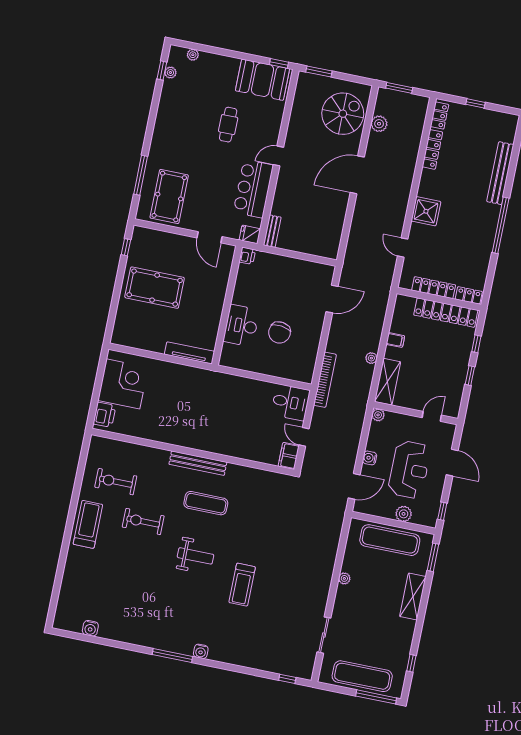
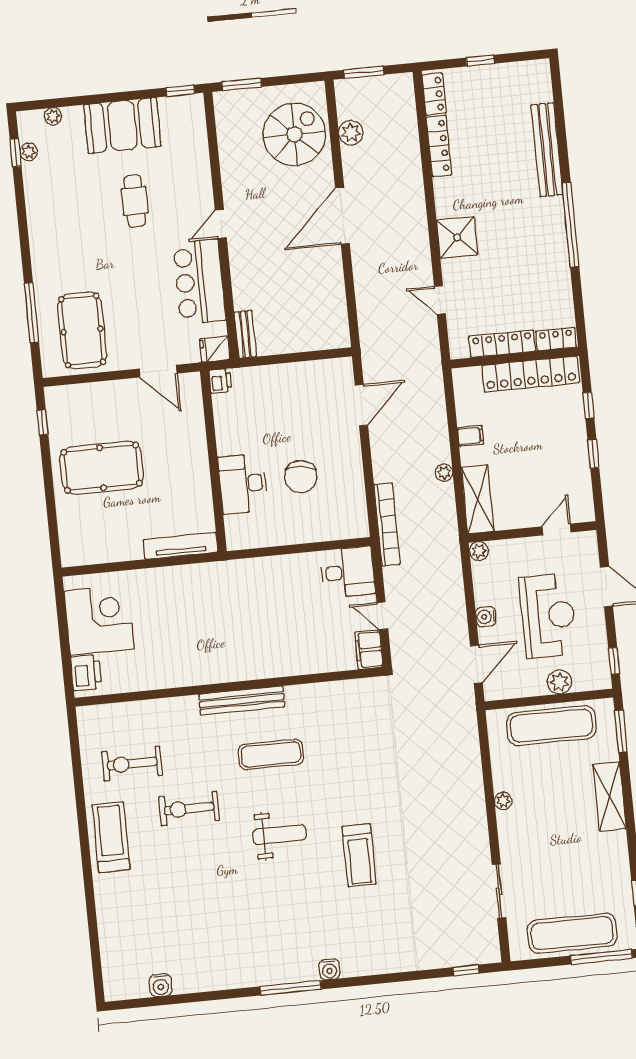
booth: (263, 80) -> (122, 125), moved

